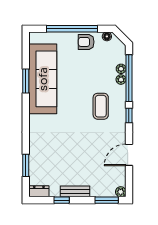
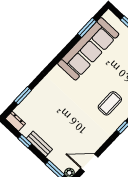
window: (26, 81) -> (87, 28), moved
door: (129, 155) -> (89, 163), moved

